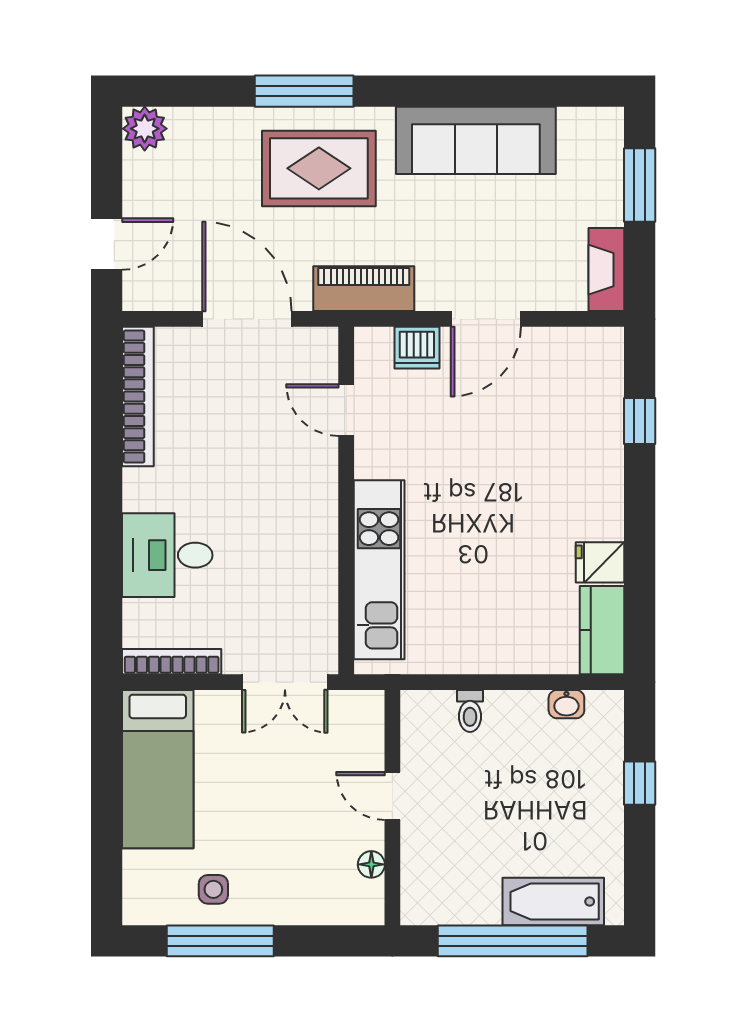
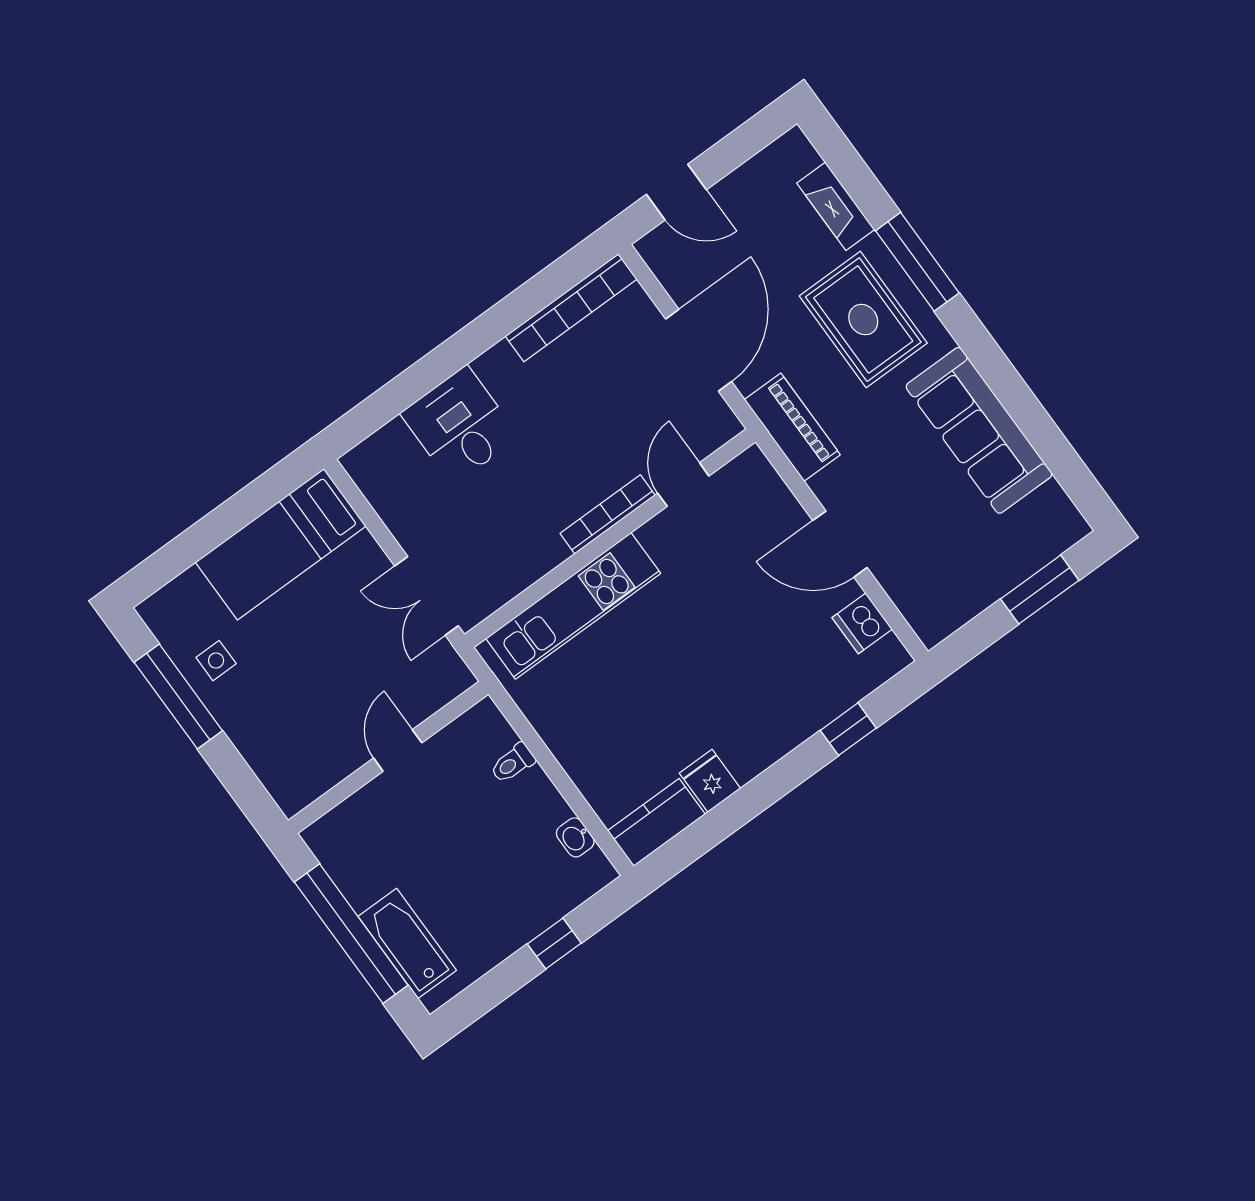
plant: (145, 129) -> (793, 155), removed
fireplace: (606, 270) -> (836, 206), moved, turned -90
dishwasher: (417, 348) -> (862, 623), moved
bookcase: (172, 662) -> (608, 514), moved, turned -90
floor lamp: (371, 864) -> (330, 774), removed

